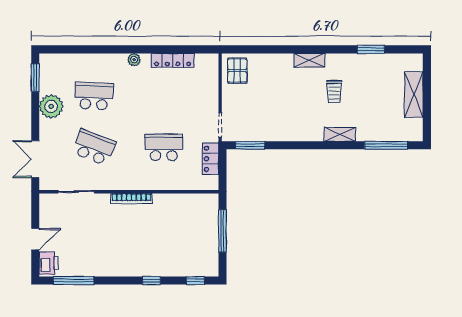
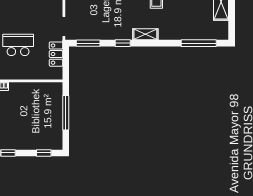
shelving: (340, 134) -> (145, 34), moved
window: (293, 145) -> (123, 43), added

